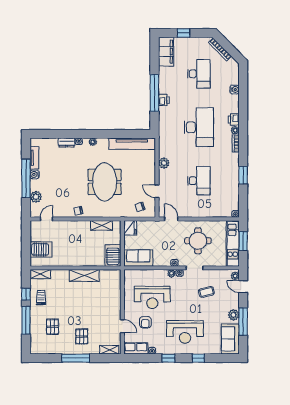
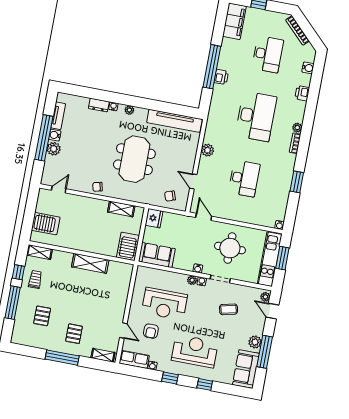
water cooler: (235, 89) -> (308, 68), moved
printer: (234, 119) -> (302, 93), moved
plant: (36, 197) -> (54, 149), moved
reception desk: (185, 332) -> (195, 351), turned 180

